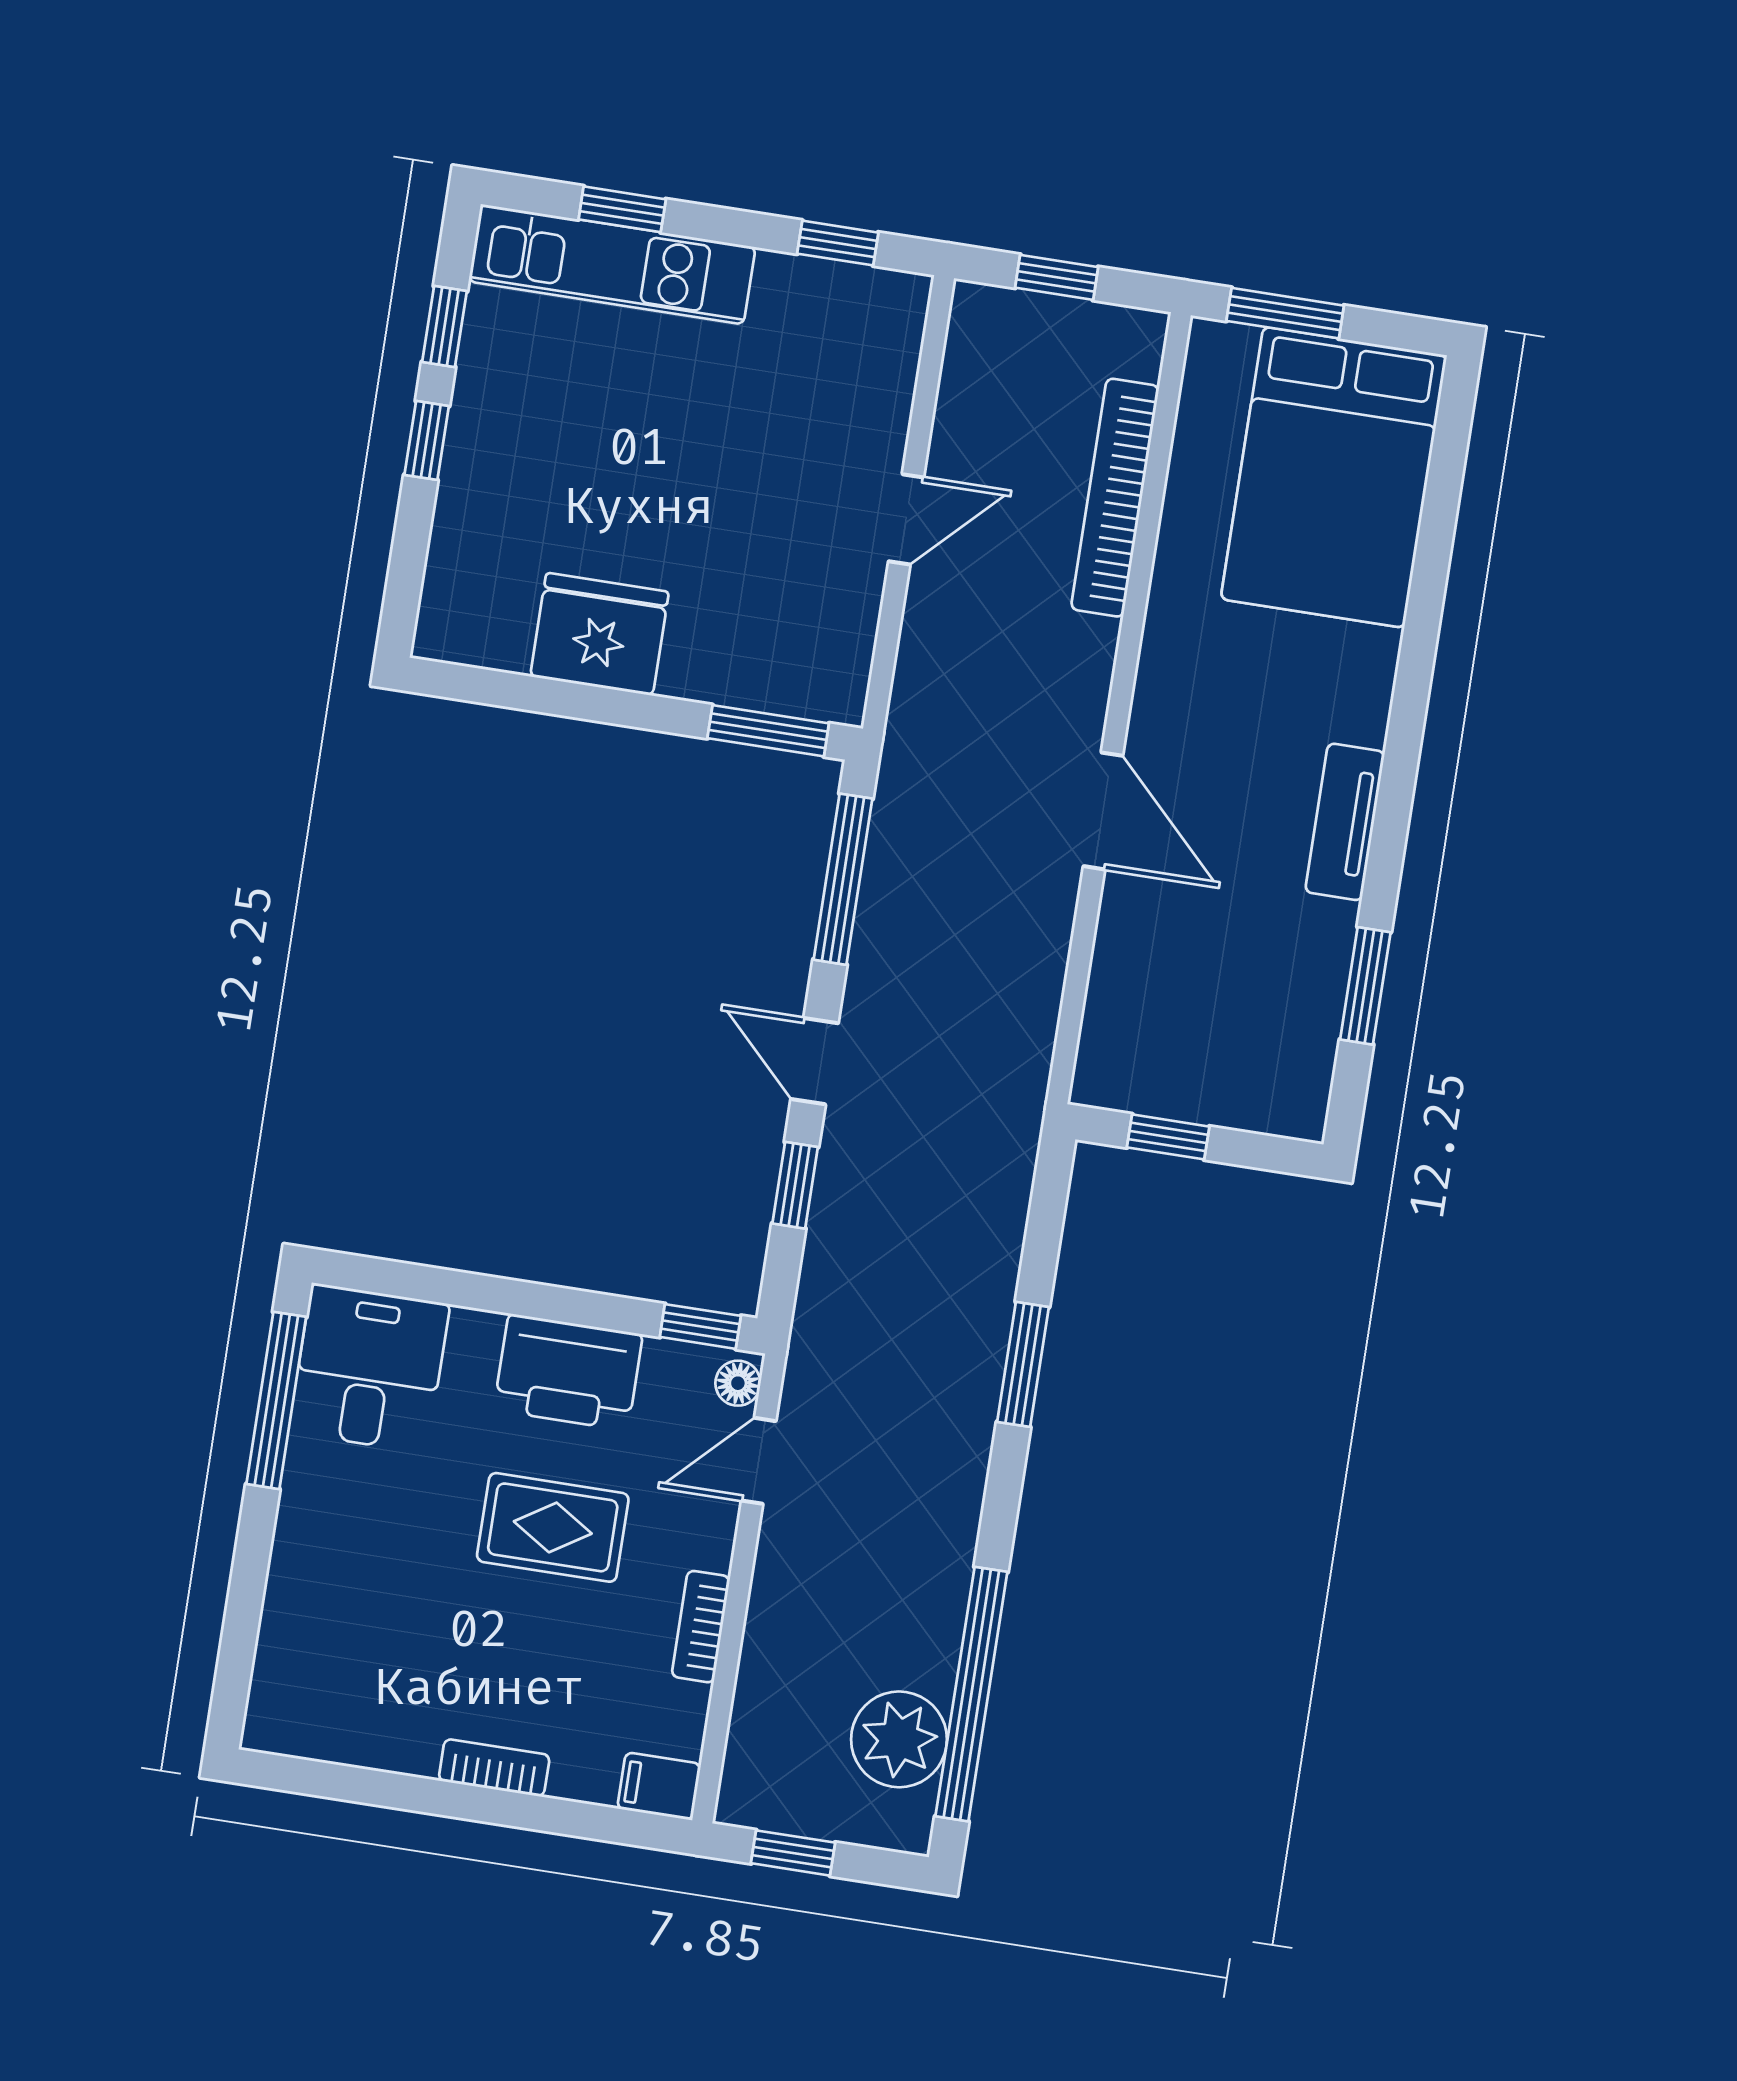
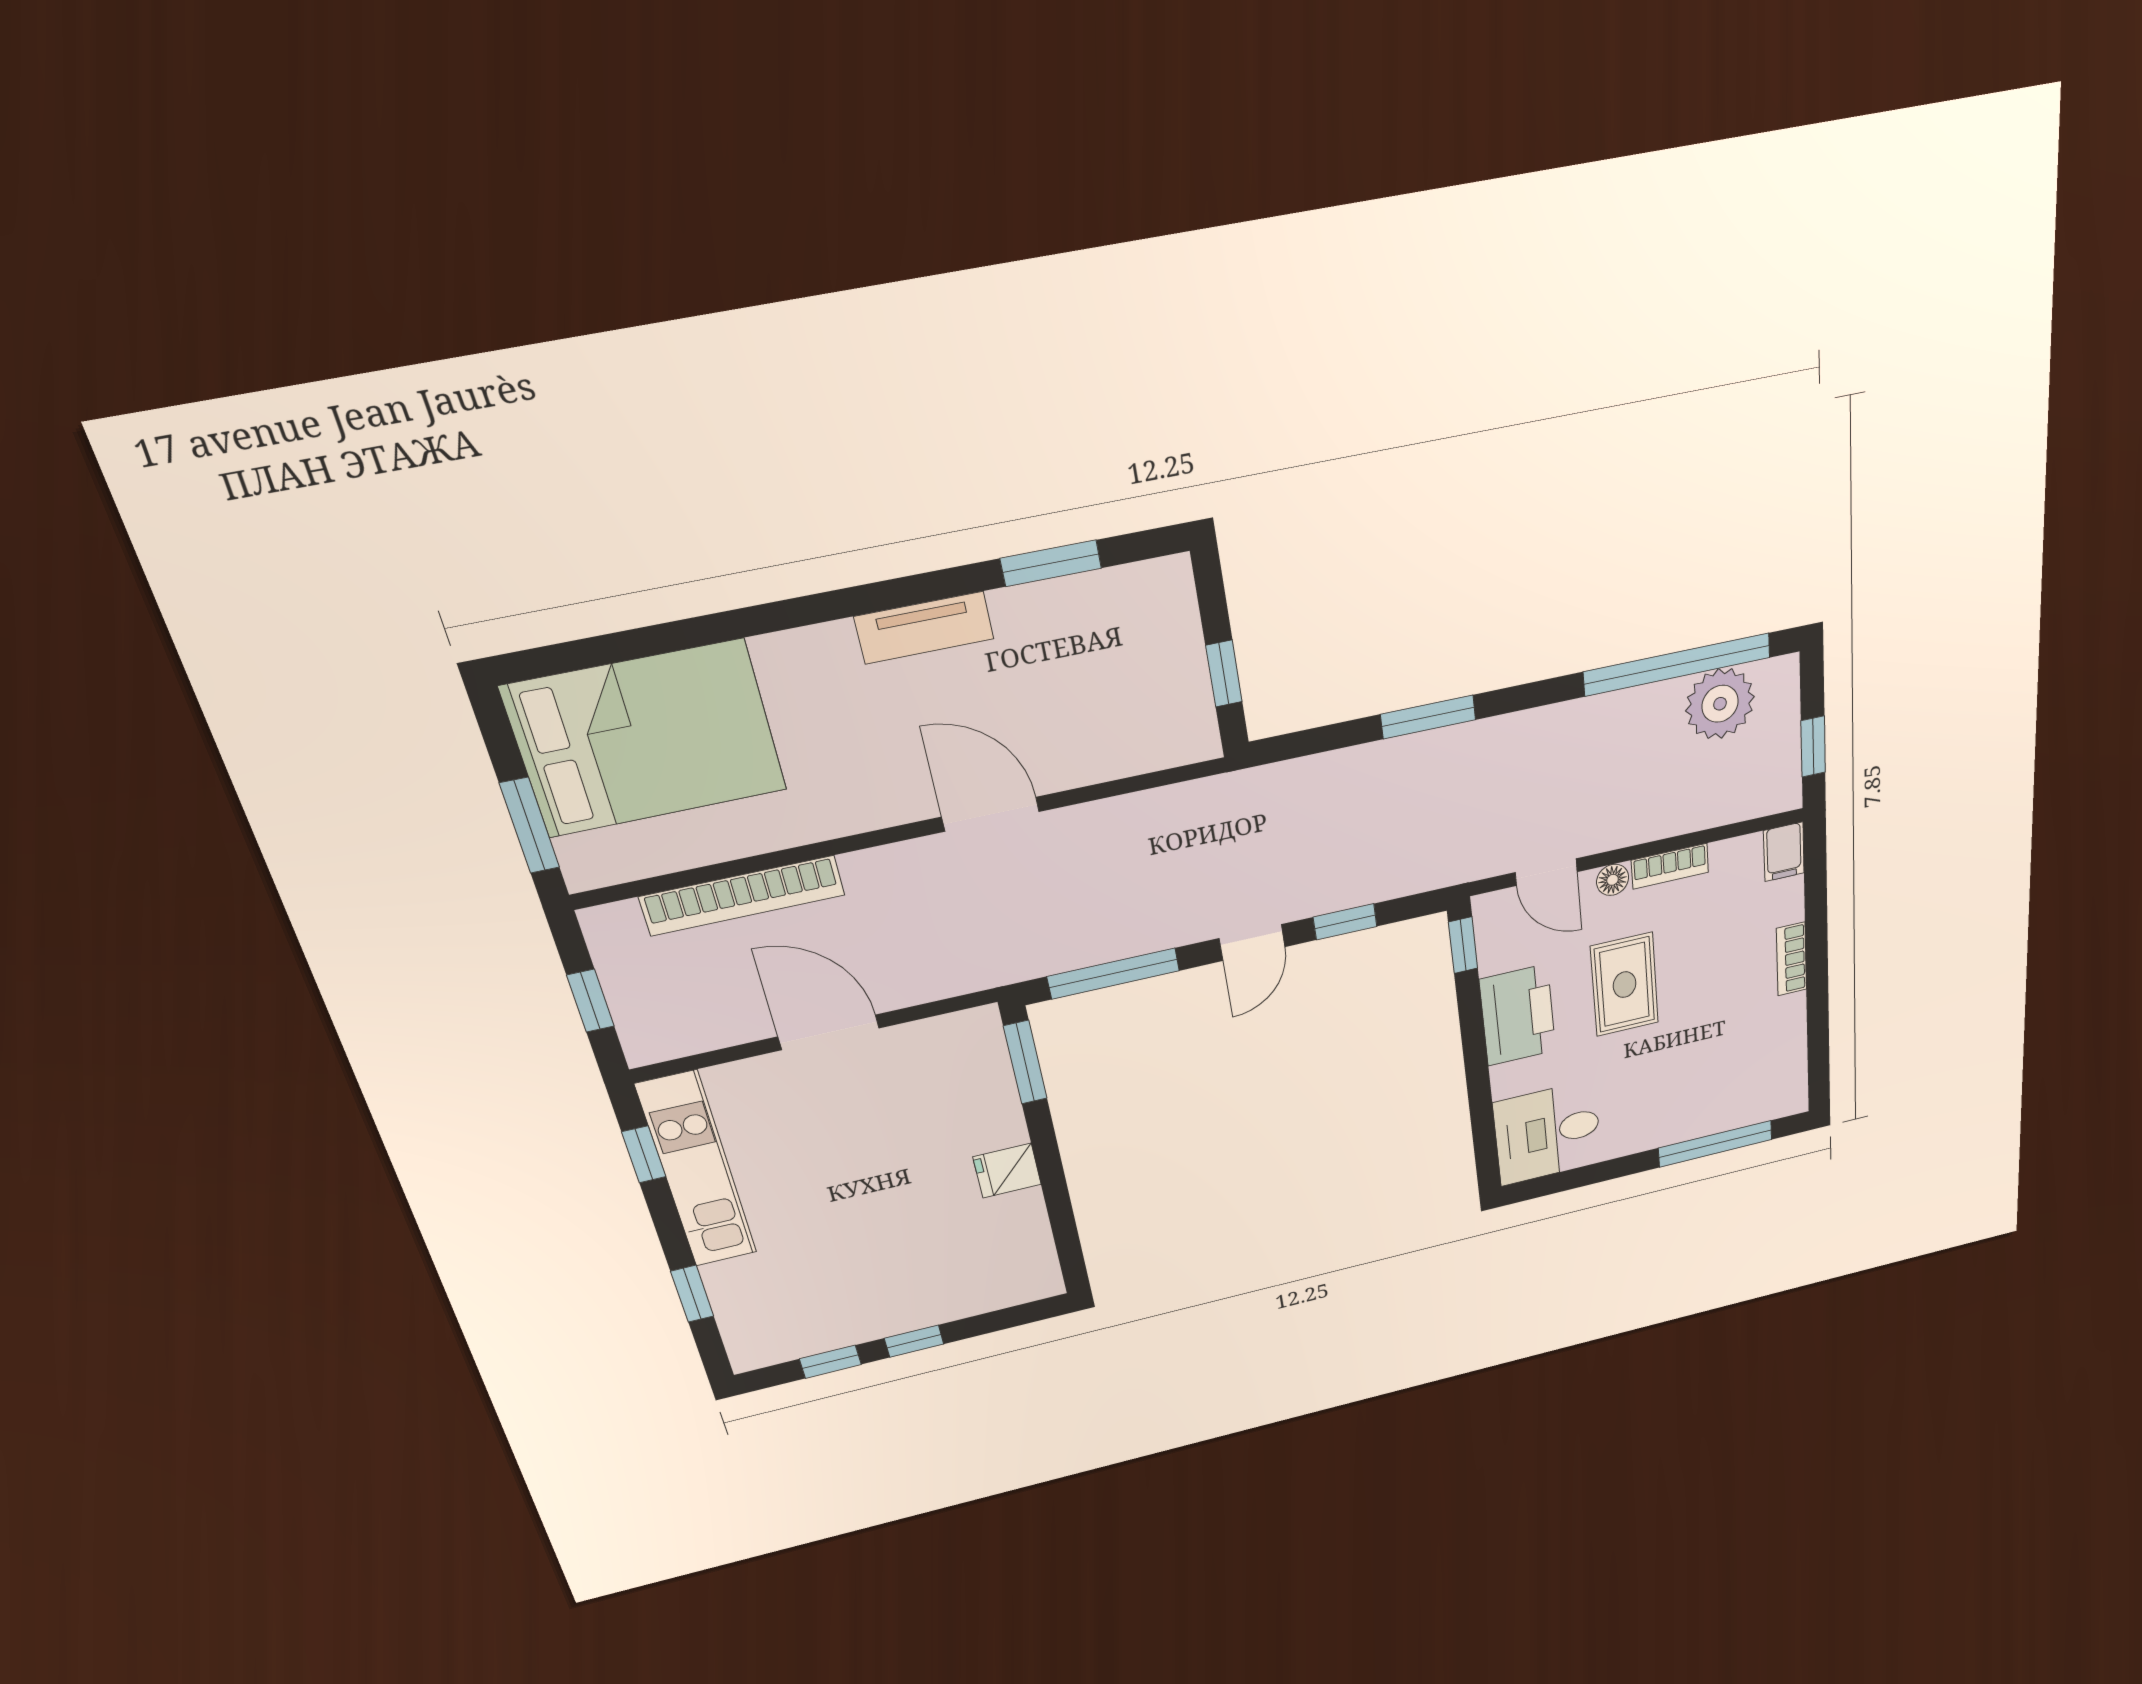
kitchen unit: (612, 264) -> (697, 1170), moved
door: (906, 519) -> (829, 1032), width x1.38
fridge: (599, 634) -> (1007, 1171), width x0.53, depth x0.75
door: (1103, 811) -> (991, 814), hinge flipped
floor lamp: (738, 1383) -> (1613, 880), moved
window: (276, 1400) -> (1715, 1144), moved

